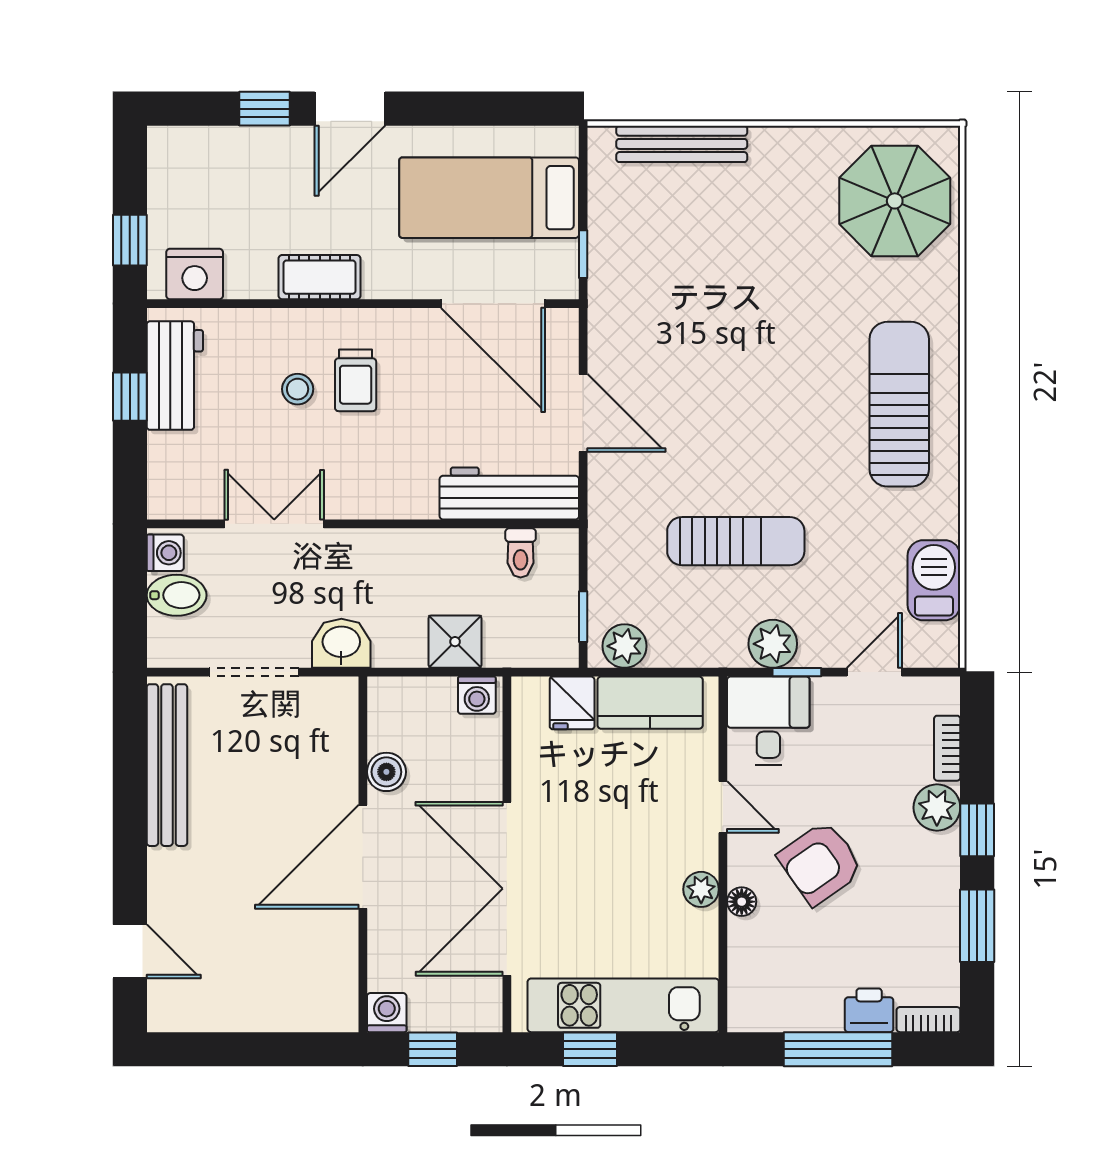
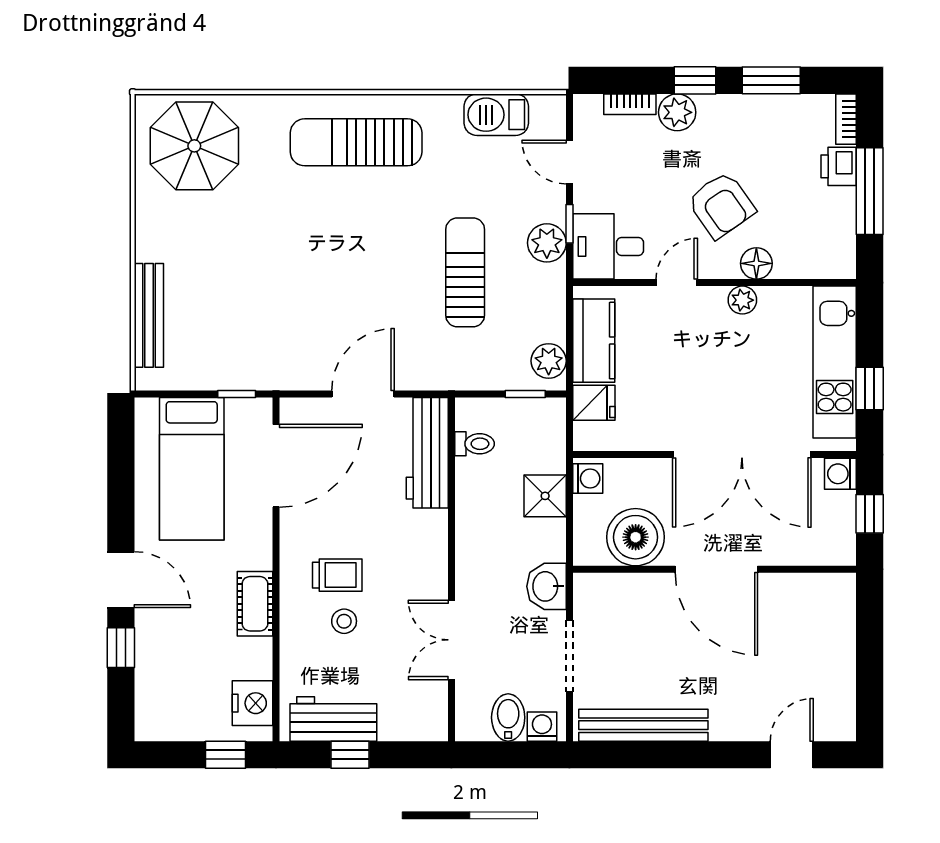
washing machine: (165, 553) -> (542, 727), moved
boiler: (386, 772) -> (636, 537), width x1.86, depth x1.86
floor lamp: (742, 902) -> (756, 263), width x1.37, depth x1.37
washing machine: (387, 1013) -> (840, 474), moved

